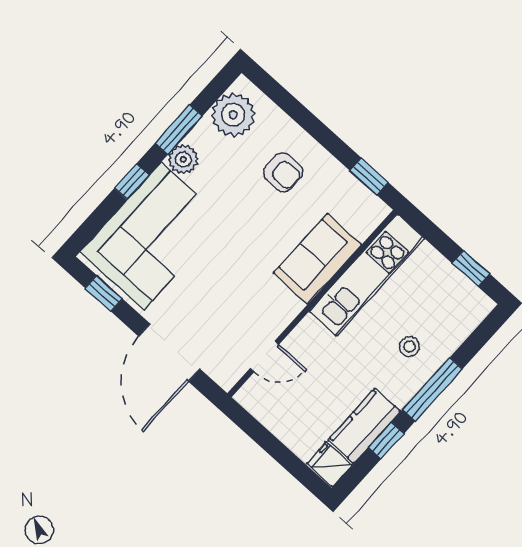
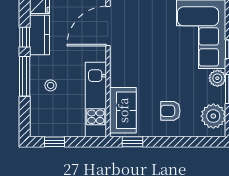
sofa: (317, 259) -> (123, 110), moved
door: (264, 357) -> (108, 26), width x1.88

